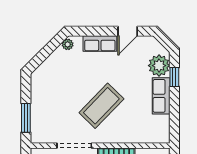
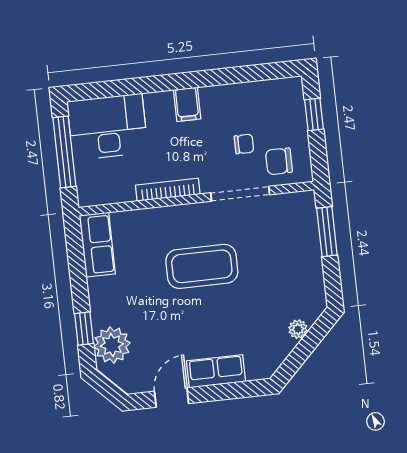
plant: (68, 44) -> (298, 329), moved
row of seats: (161, 96) -> (97, 245), moved
coffee table: (101, 106) -> (202, 266), turned 46

